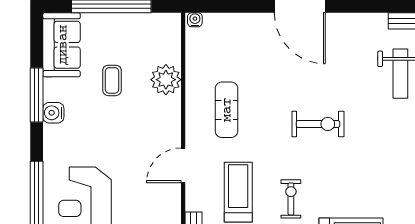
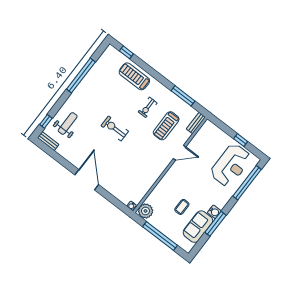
sofa: (62, 45) -> (198, 227), moved
plant: (166, 80) -> (146, 211), moved
exercise mat: (226, 110) -> (146, 161), removed

